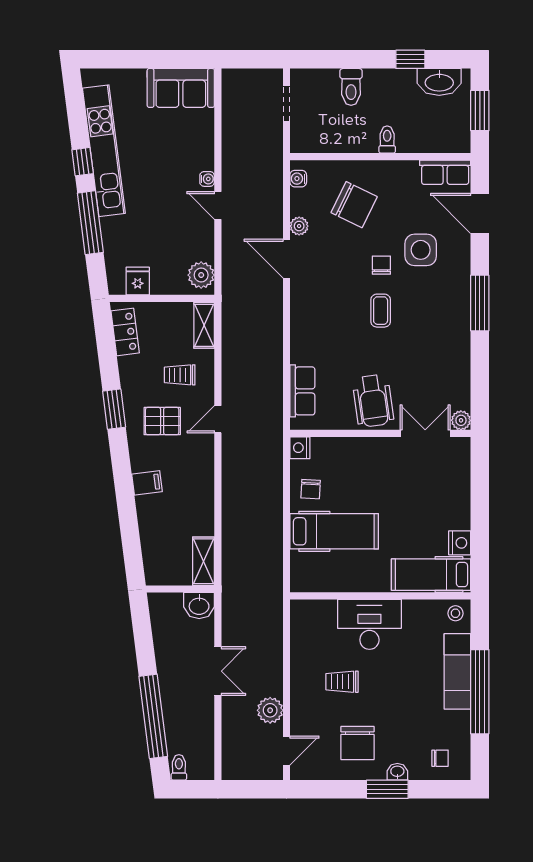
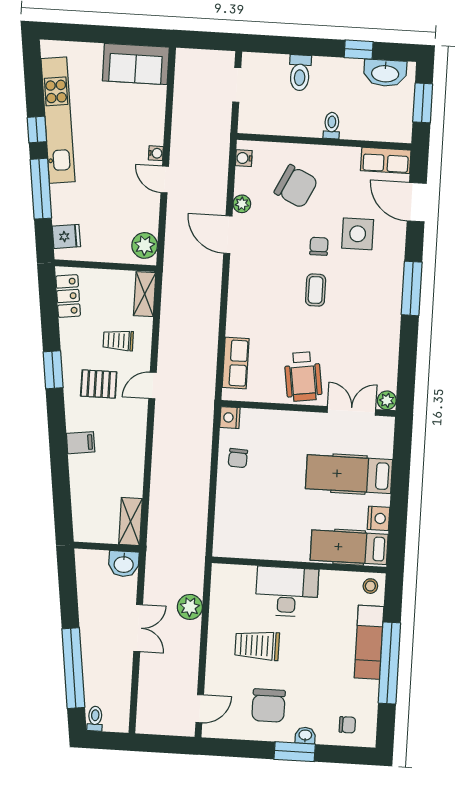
fridge: (138, 281) -> (66, 236), moved, turned 83
hospital bed: (334, 531) -> (349, 474), moved, turned 180
trolley: (342, 682) -> (257, 645), width x1.36, depth x1.39
plant: (270, 710) -> (190, 607), moved

